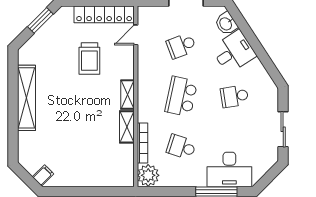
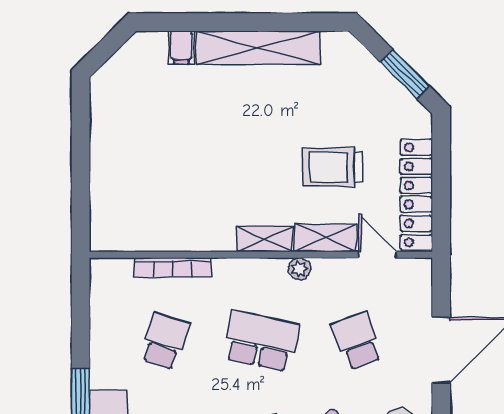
shelving: (127, 127) -> (325, 238), moved
filing cabinet: (43, 175) -> (181, 47), moved, turned 45
plant: (148, 175) -> (299, 269), moved, width x0.53, depth x0.53

